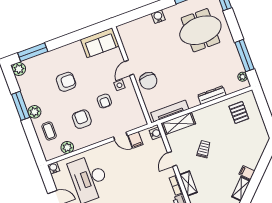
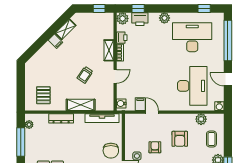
chair: (148, 81) -> (111, 151), turned 180
shelving: (179, 123) -> (81, 105), moved

